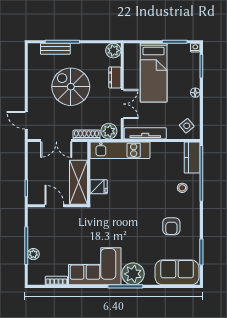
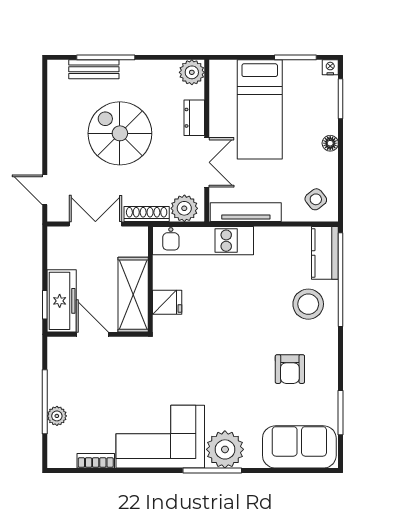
double door: (56, 140) -> (95, 224), swing flipped
freezer: (36, 186) -> (62, 301), added
stool: (182, 188) -> (308, 304), width x1.89, depth x1.89

